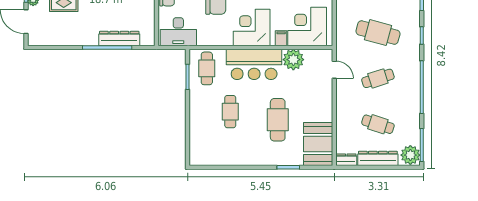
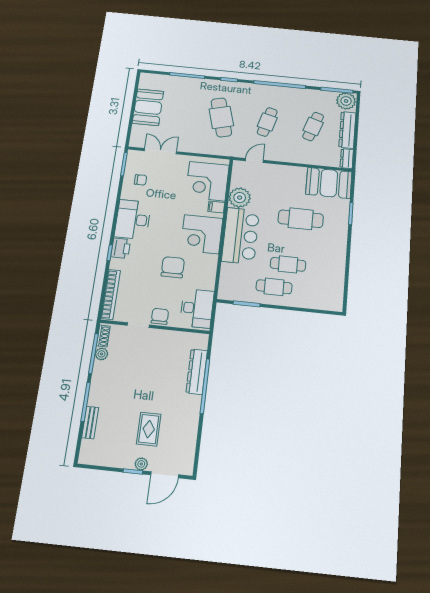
cafe table: (378, 33) -> (221, 117), turned -30
cafe table: (207, 68) -> (274, 287), moved
cafe table: (378, 78) -> (267, 122), turned 33

